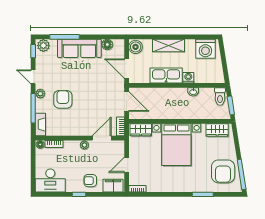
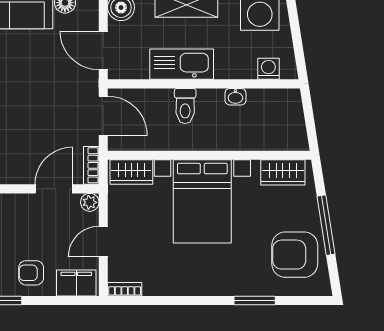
washing machine: (188, 78) -> (268, 69), moved
toilet: (220, 97) -> (185, 106), moved
window: (231, 105) -> (310, 124), removed
plant: (84, 145) -> (90, 202), moved
armchair: (223, 171) -> (295, 255), turned 90
window: (242, 174) -> (326, 225), moved

